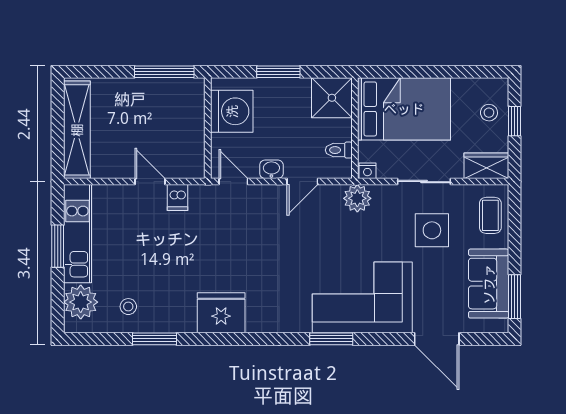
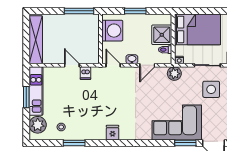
shower: (332, 98) -> (162, 35), moved
fridge: (221, 313) -> (113, 133), width x0.53, depth x0.75
window: (331, 339) -> (185, 143), moved

